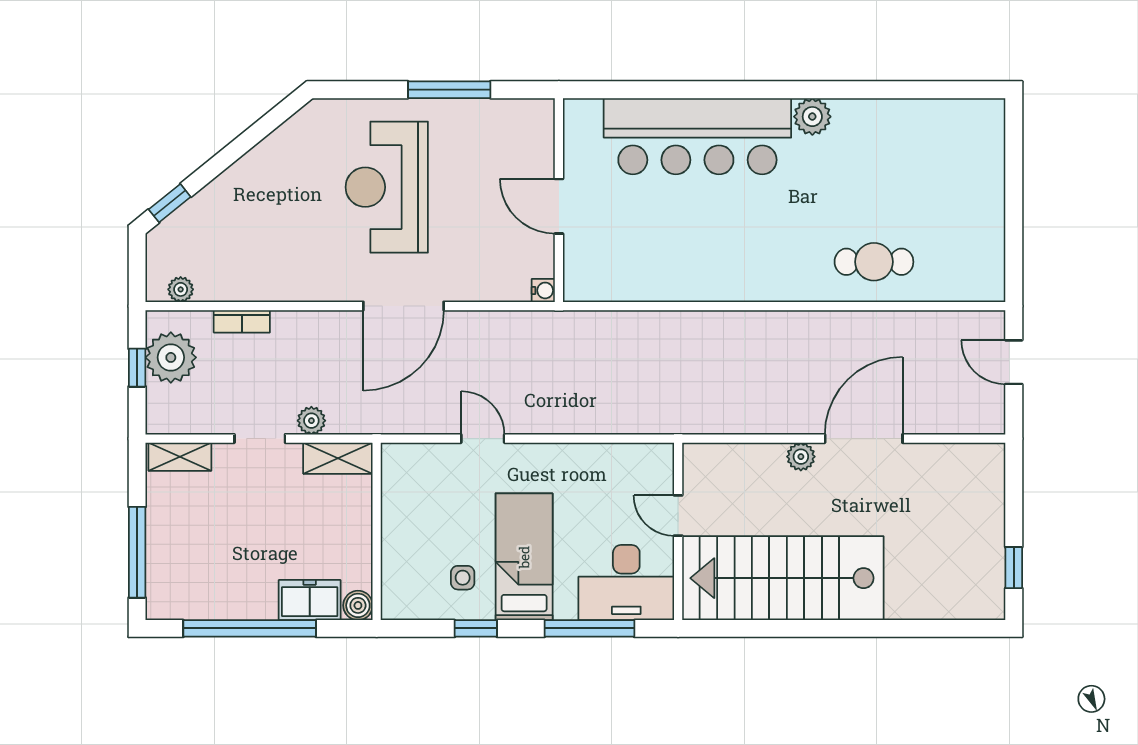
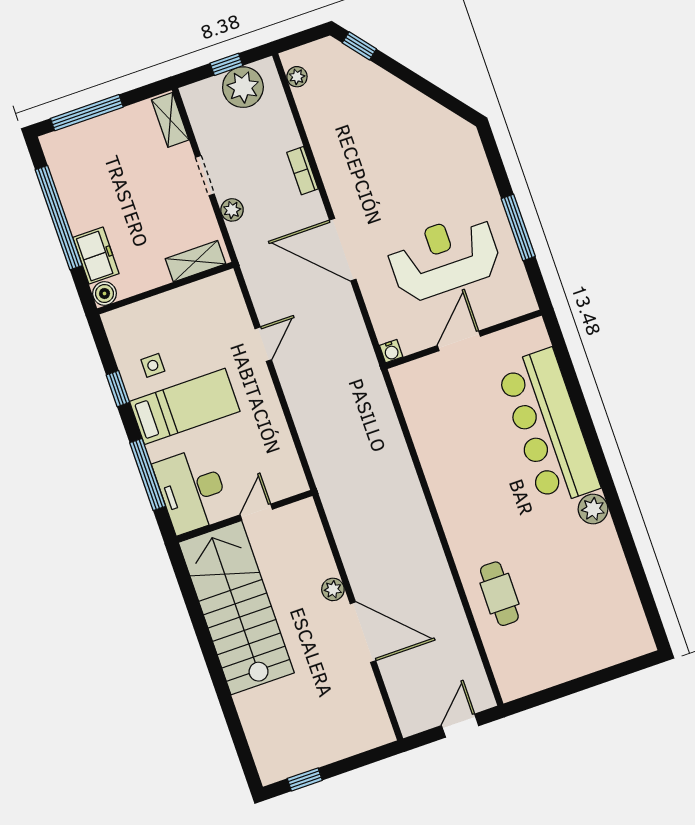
reception desk: (387, 187) -> (444, 257), moved
bookcase: (242, 321) -> (302, 171), moved
shelving: (338, 458) -> (195, 261), moved, turned 90

